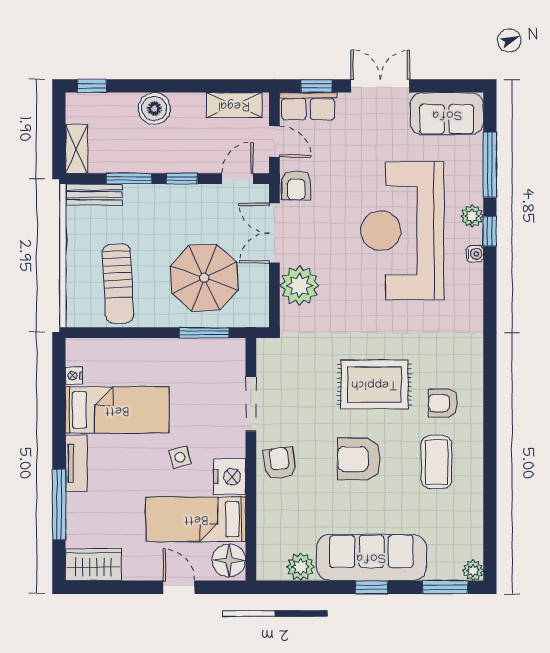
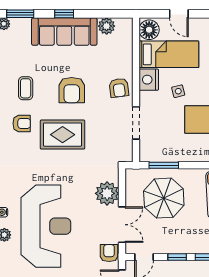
armchair: (359, 459) -> (72, 90), turned 90
coffee table: (436, 462) -> (26, 88), width x0.73, depth x0.77

